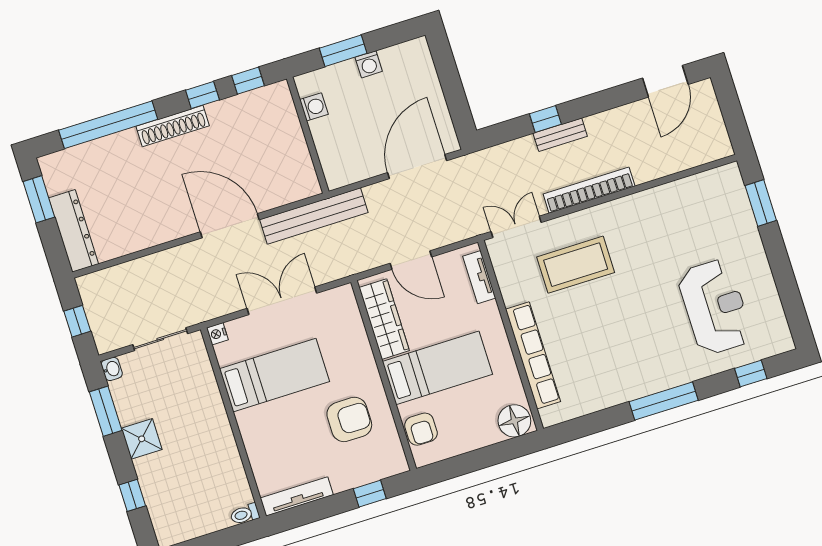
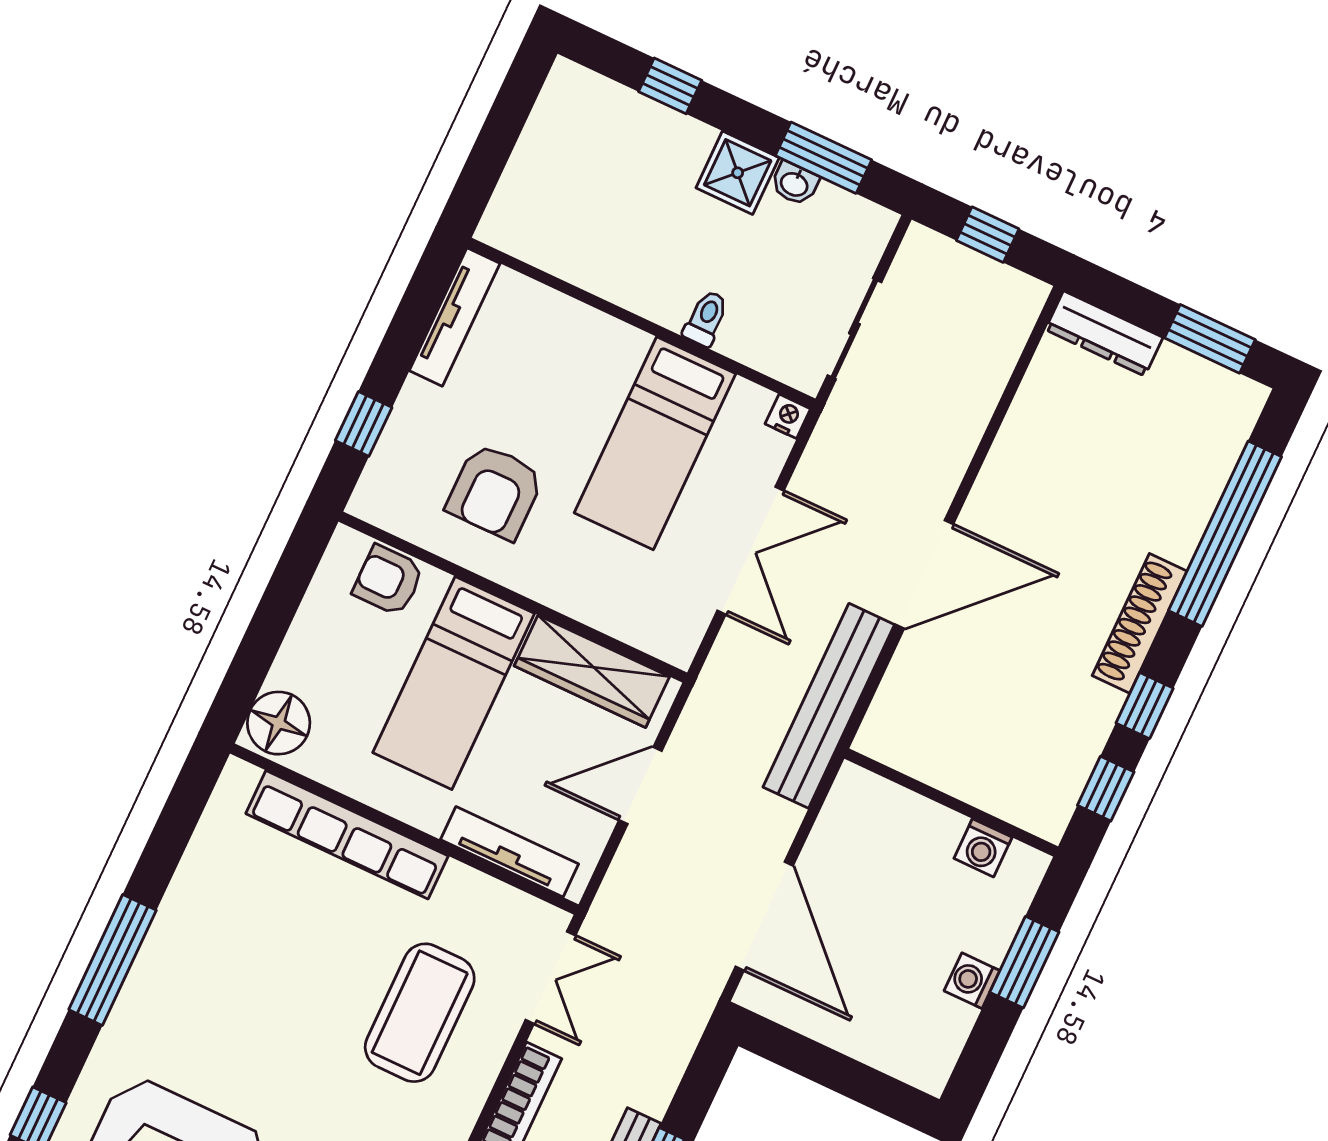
dresser: (74, 231) -> (1104, 334), width x0.73, depth x0.80
tv unit: (479, 277) -> (509, 852), width x1.41
washbasin: (112, 369) -> (795, 183), moved
toilet: (245, 514) -> (706, 318), moved

